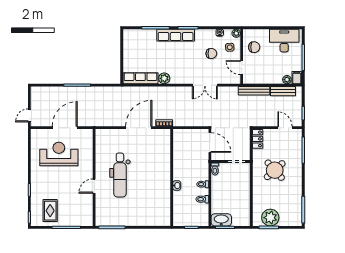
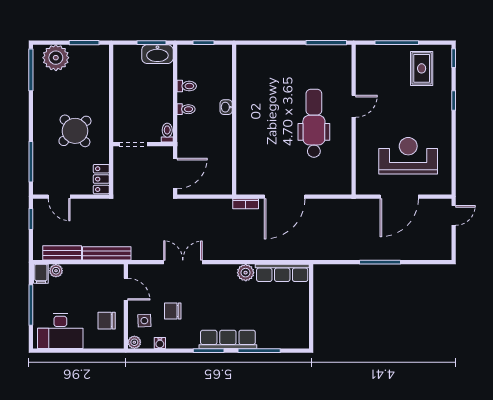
door: (210, 143) -> (175, 174), swing flipped
reception desk: (59, 154) -> (408, 156), turned 180
plant: (270, 218) -> (56, 58), moved

